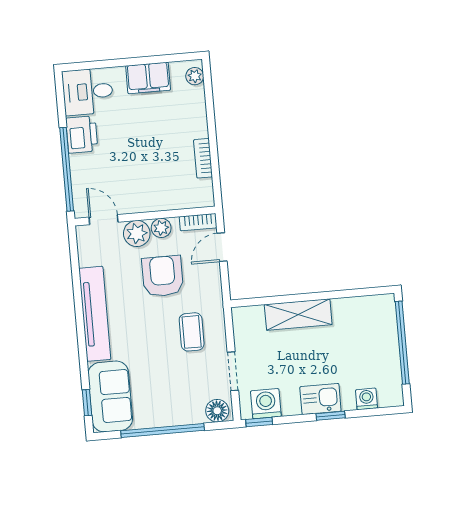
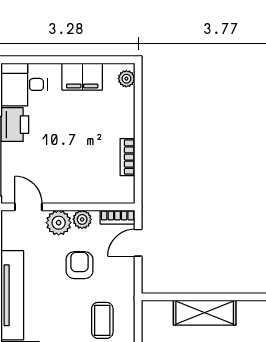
armchair: (163, 276) -> (79, 265), width x0.72, depth x0.72

